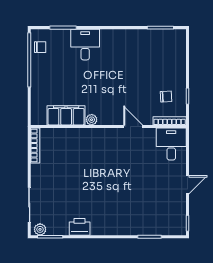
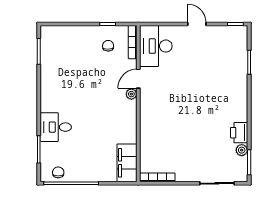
filing cabinet: (66, 115) -> (127, 163), moved
plant: (92, 120) -> (131, 94), moved
desk: (171, 144) -> (156, 46), width x1.37
plant: (40, 229) -> (242, 150), moved

